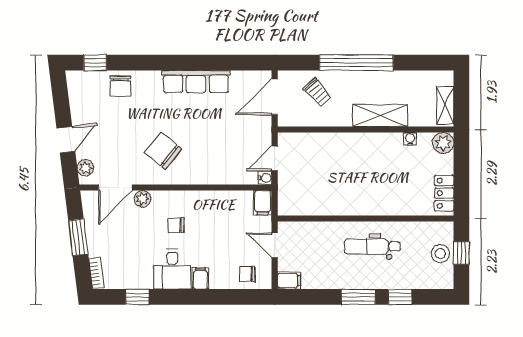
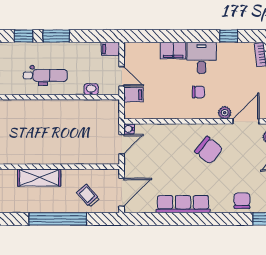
water cooler: (410, 139) -> (16, 159), removed
filing cabinet: (262, 203) -> (133, 95), moved, turned 90
washbasin: (314, 229) -> (91, 89), added
chair: (247, 274) -> (143, 54), removed
filing cabinet: (200, 278) -> (173, 51), width x2.00

